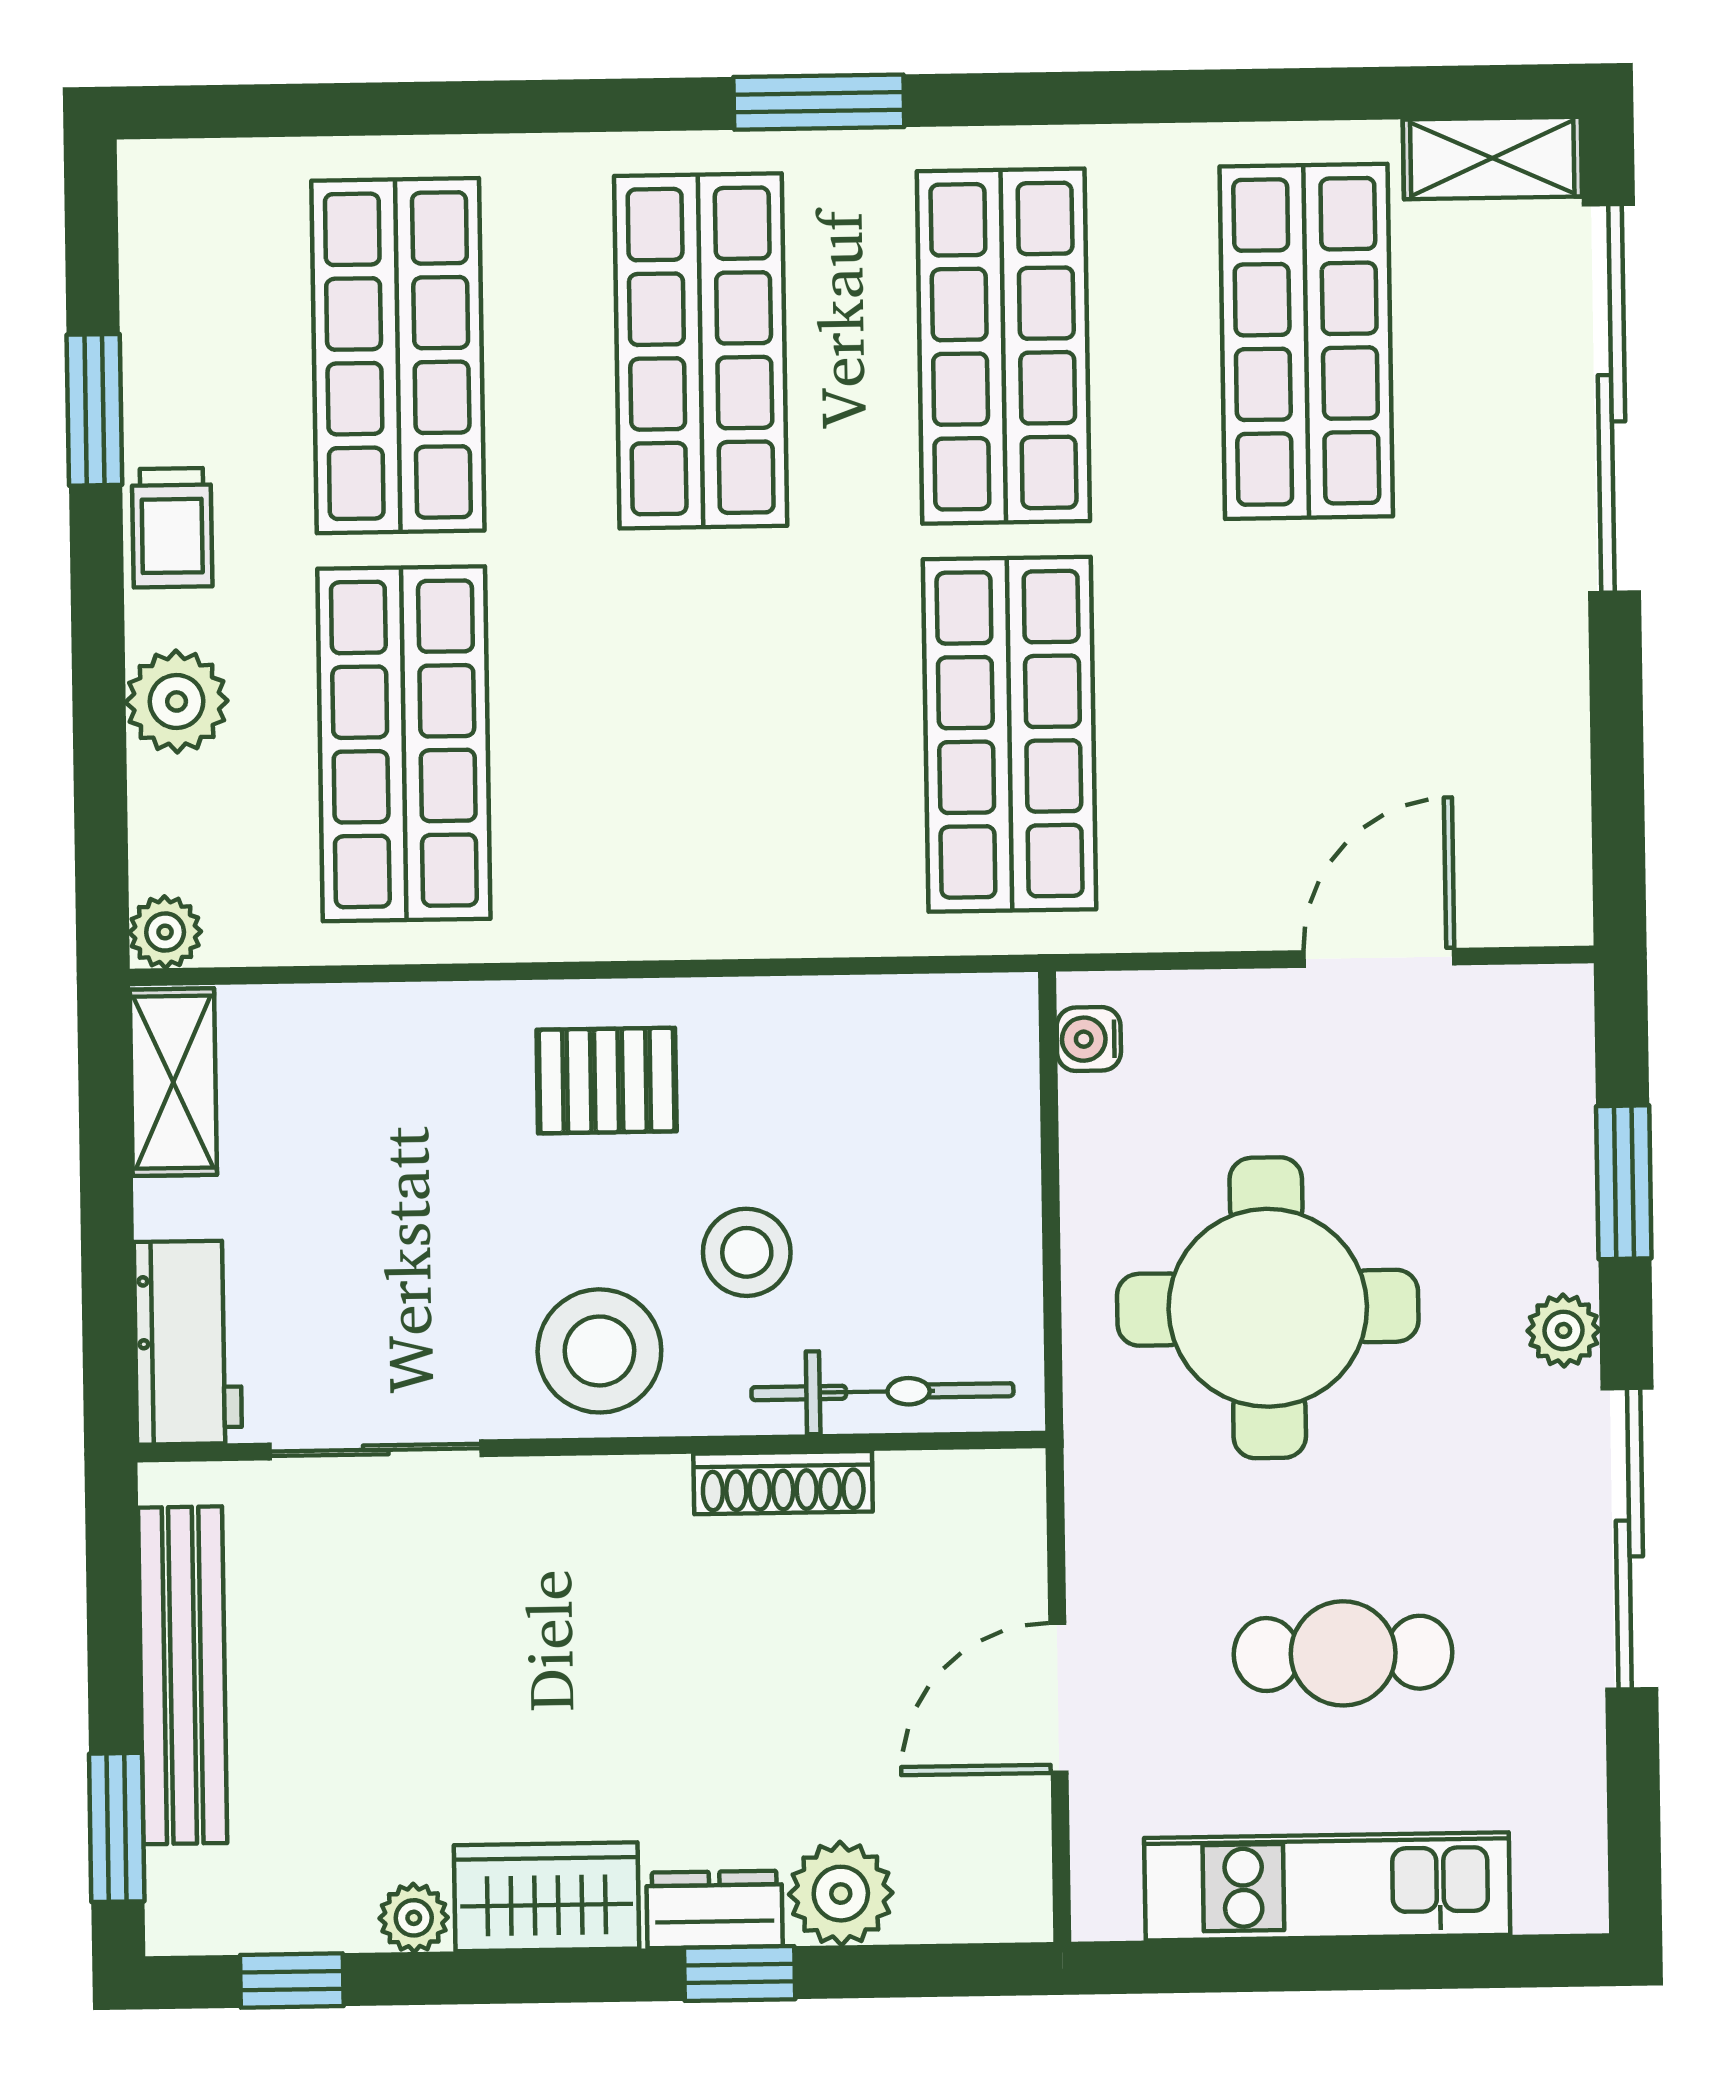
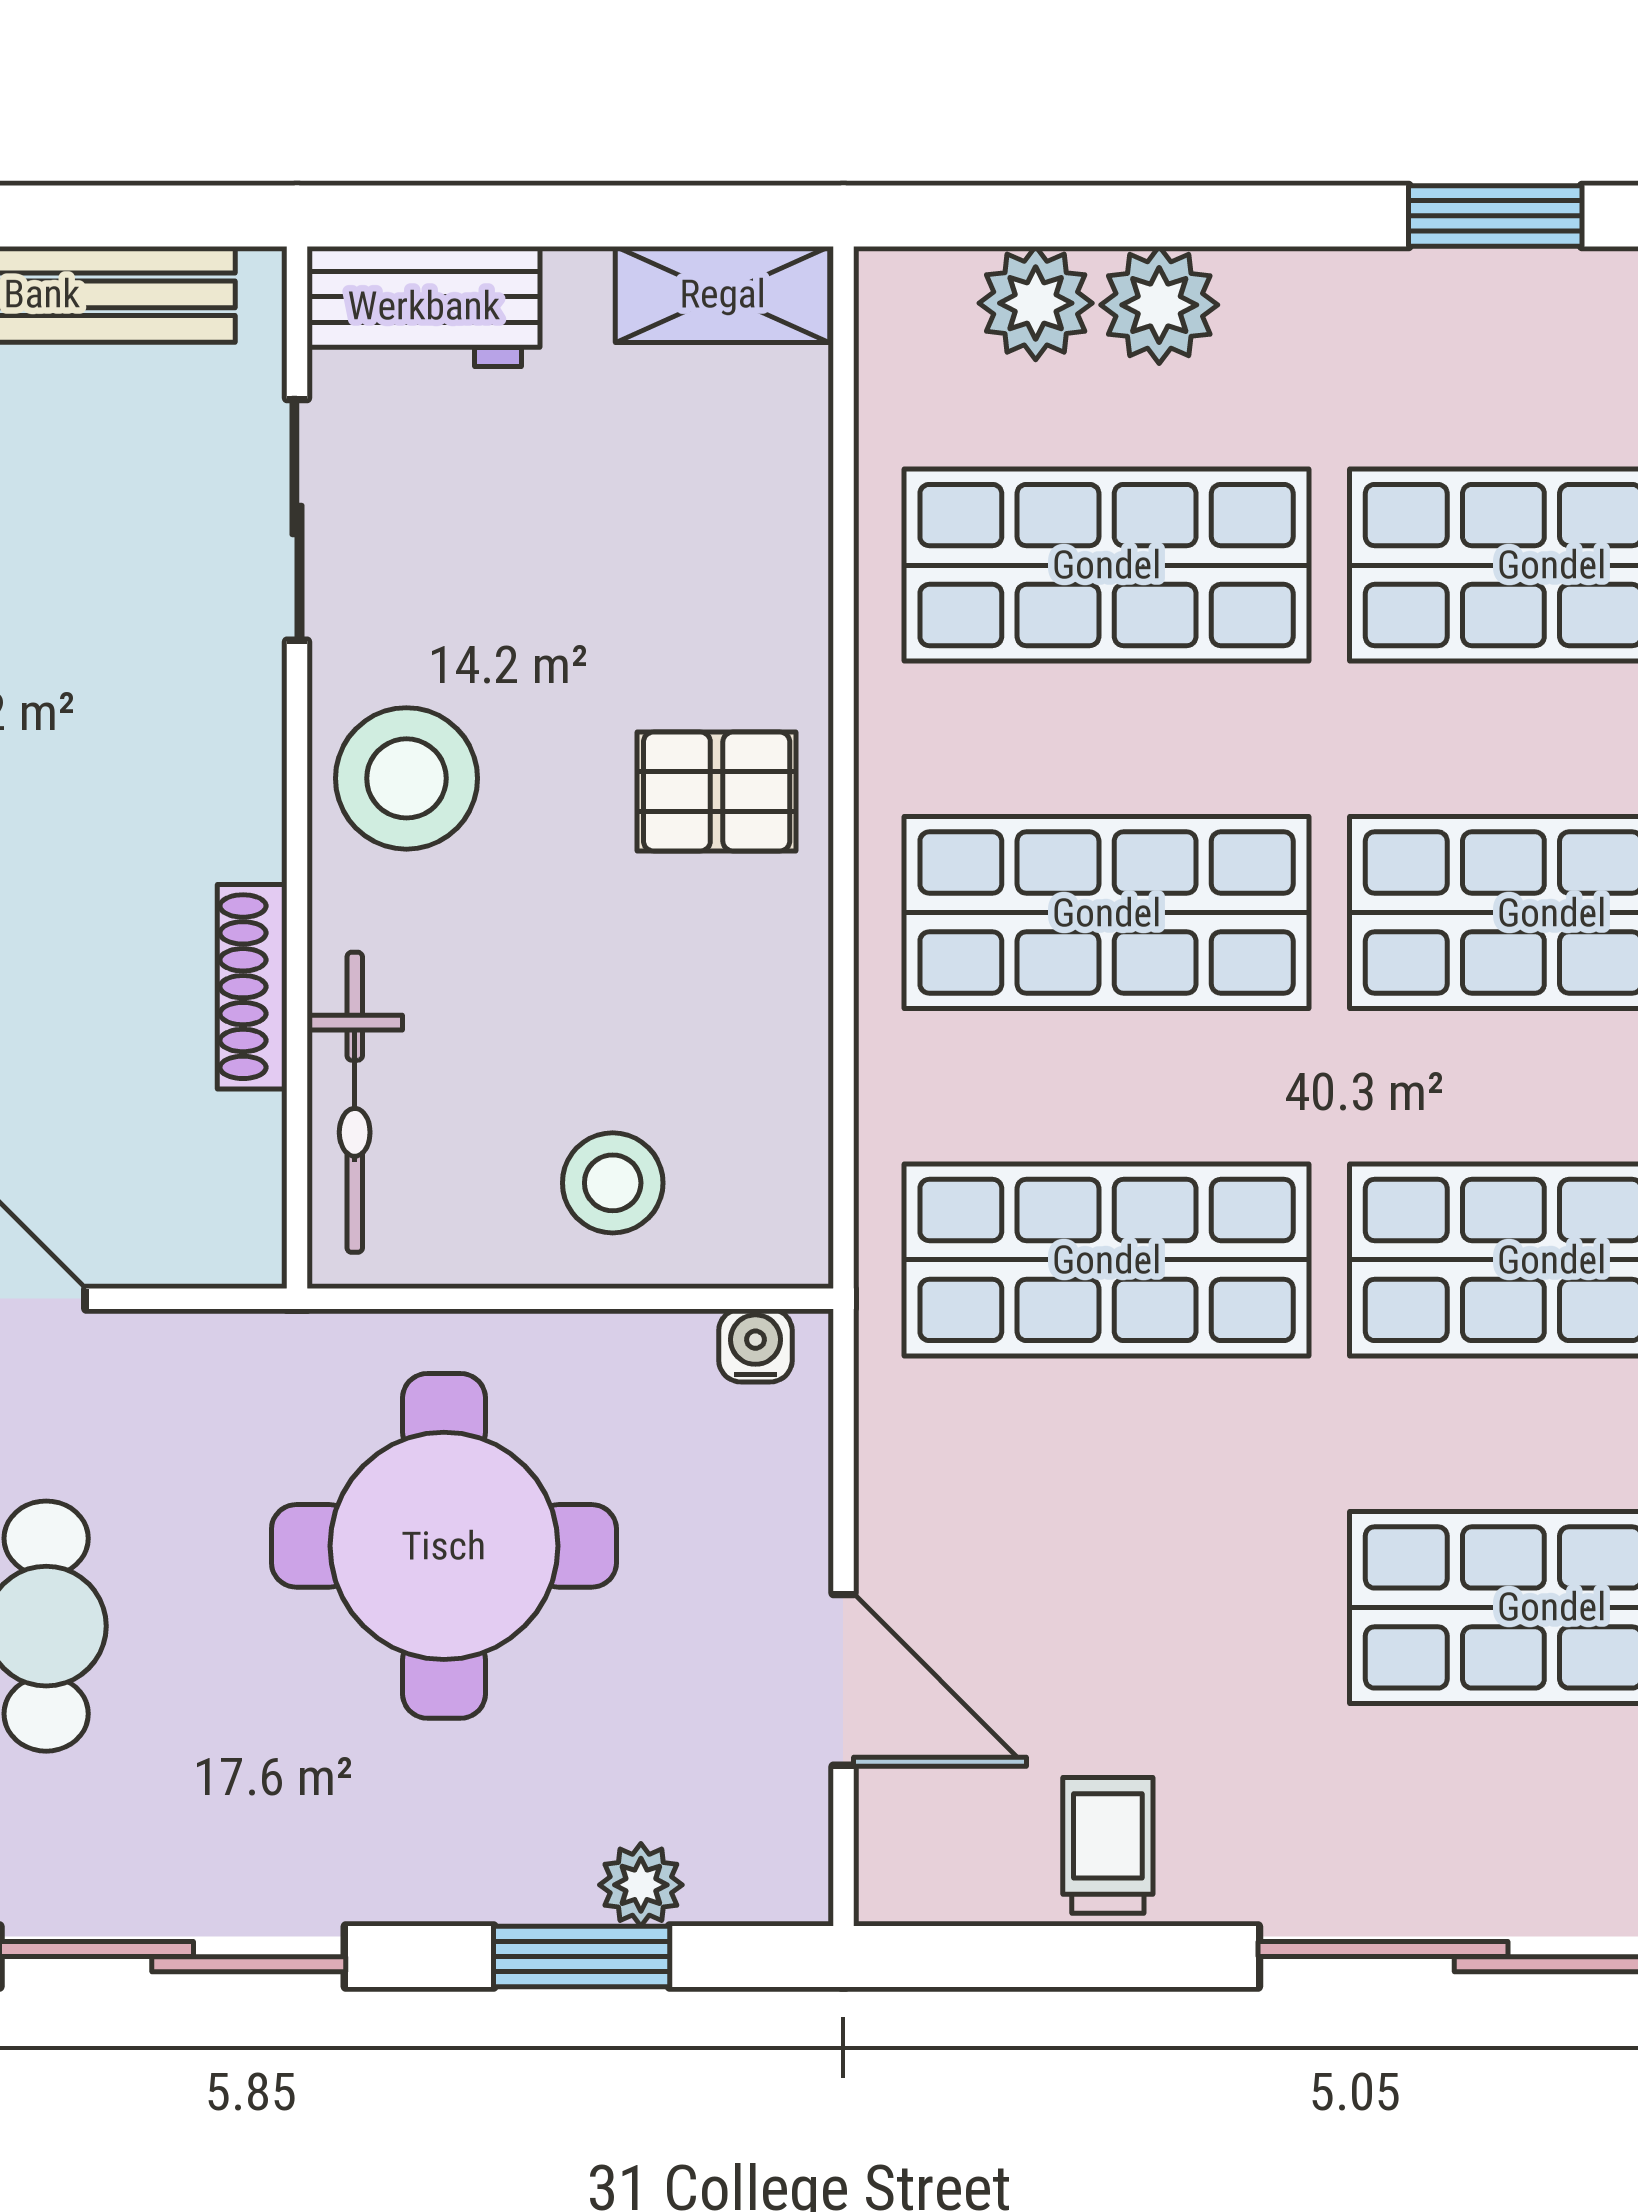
trolley: (172, 528) -> (1108, 1845), moved, turned 90
shop shelf: (707, 739) -> (1107, 913), added
plant: (165, 932) -> (1036, 303), moved, width x1.38, depth x1.38
pallet: (607, 1081) -> (717, 791), turned 90
stool: (747, 1252) -> (613, 1183), moved
plant: (1564, 1330) -> (641, 1885), moved

